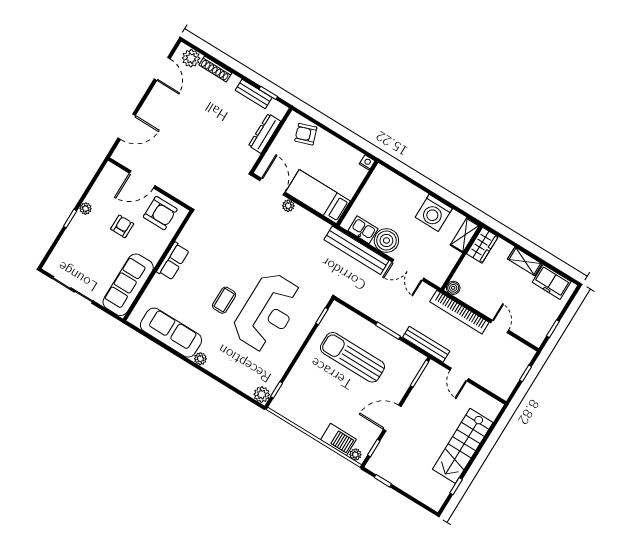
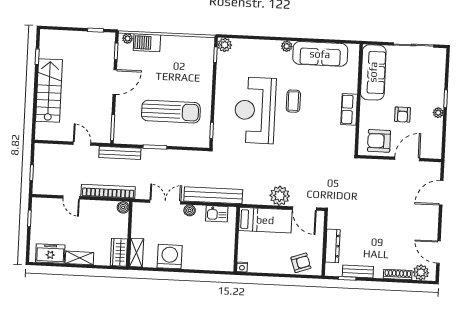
plant: (288, 206) -> (280, 196), width x1.88, depth x1.88
boiler: (386, 240) -> (190, 210), width x0.54, depth x0.54

